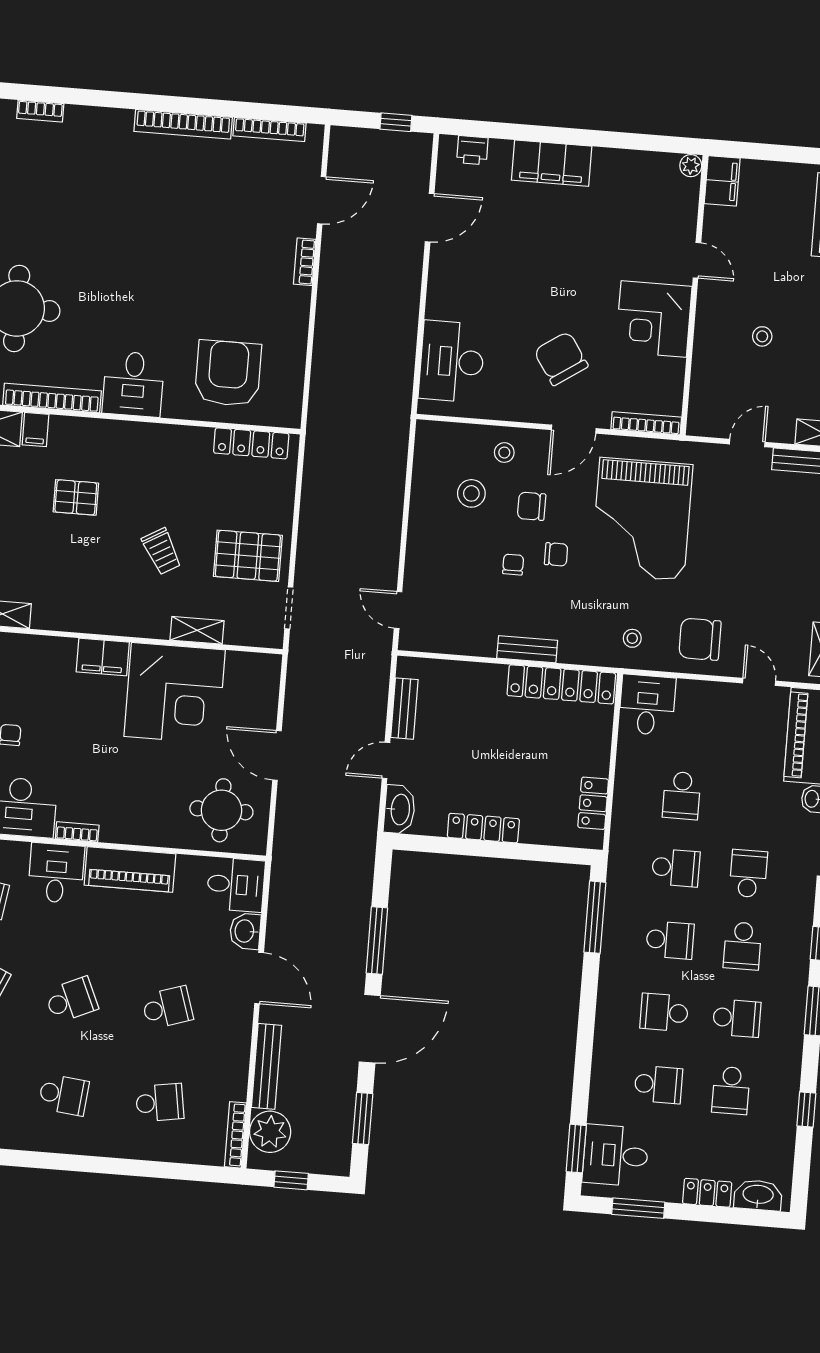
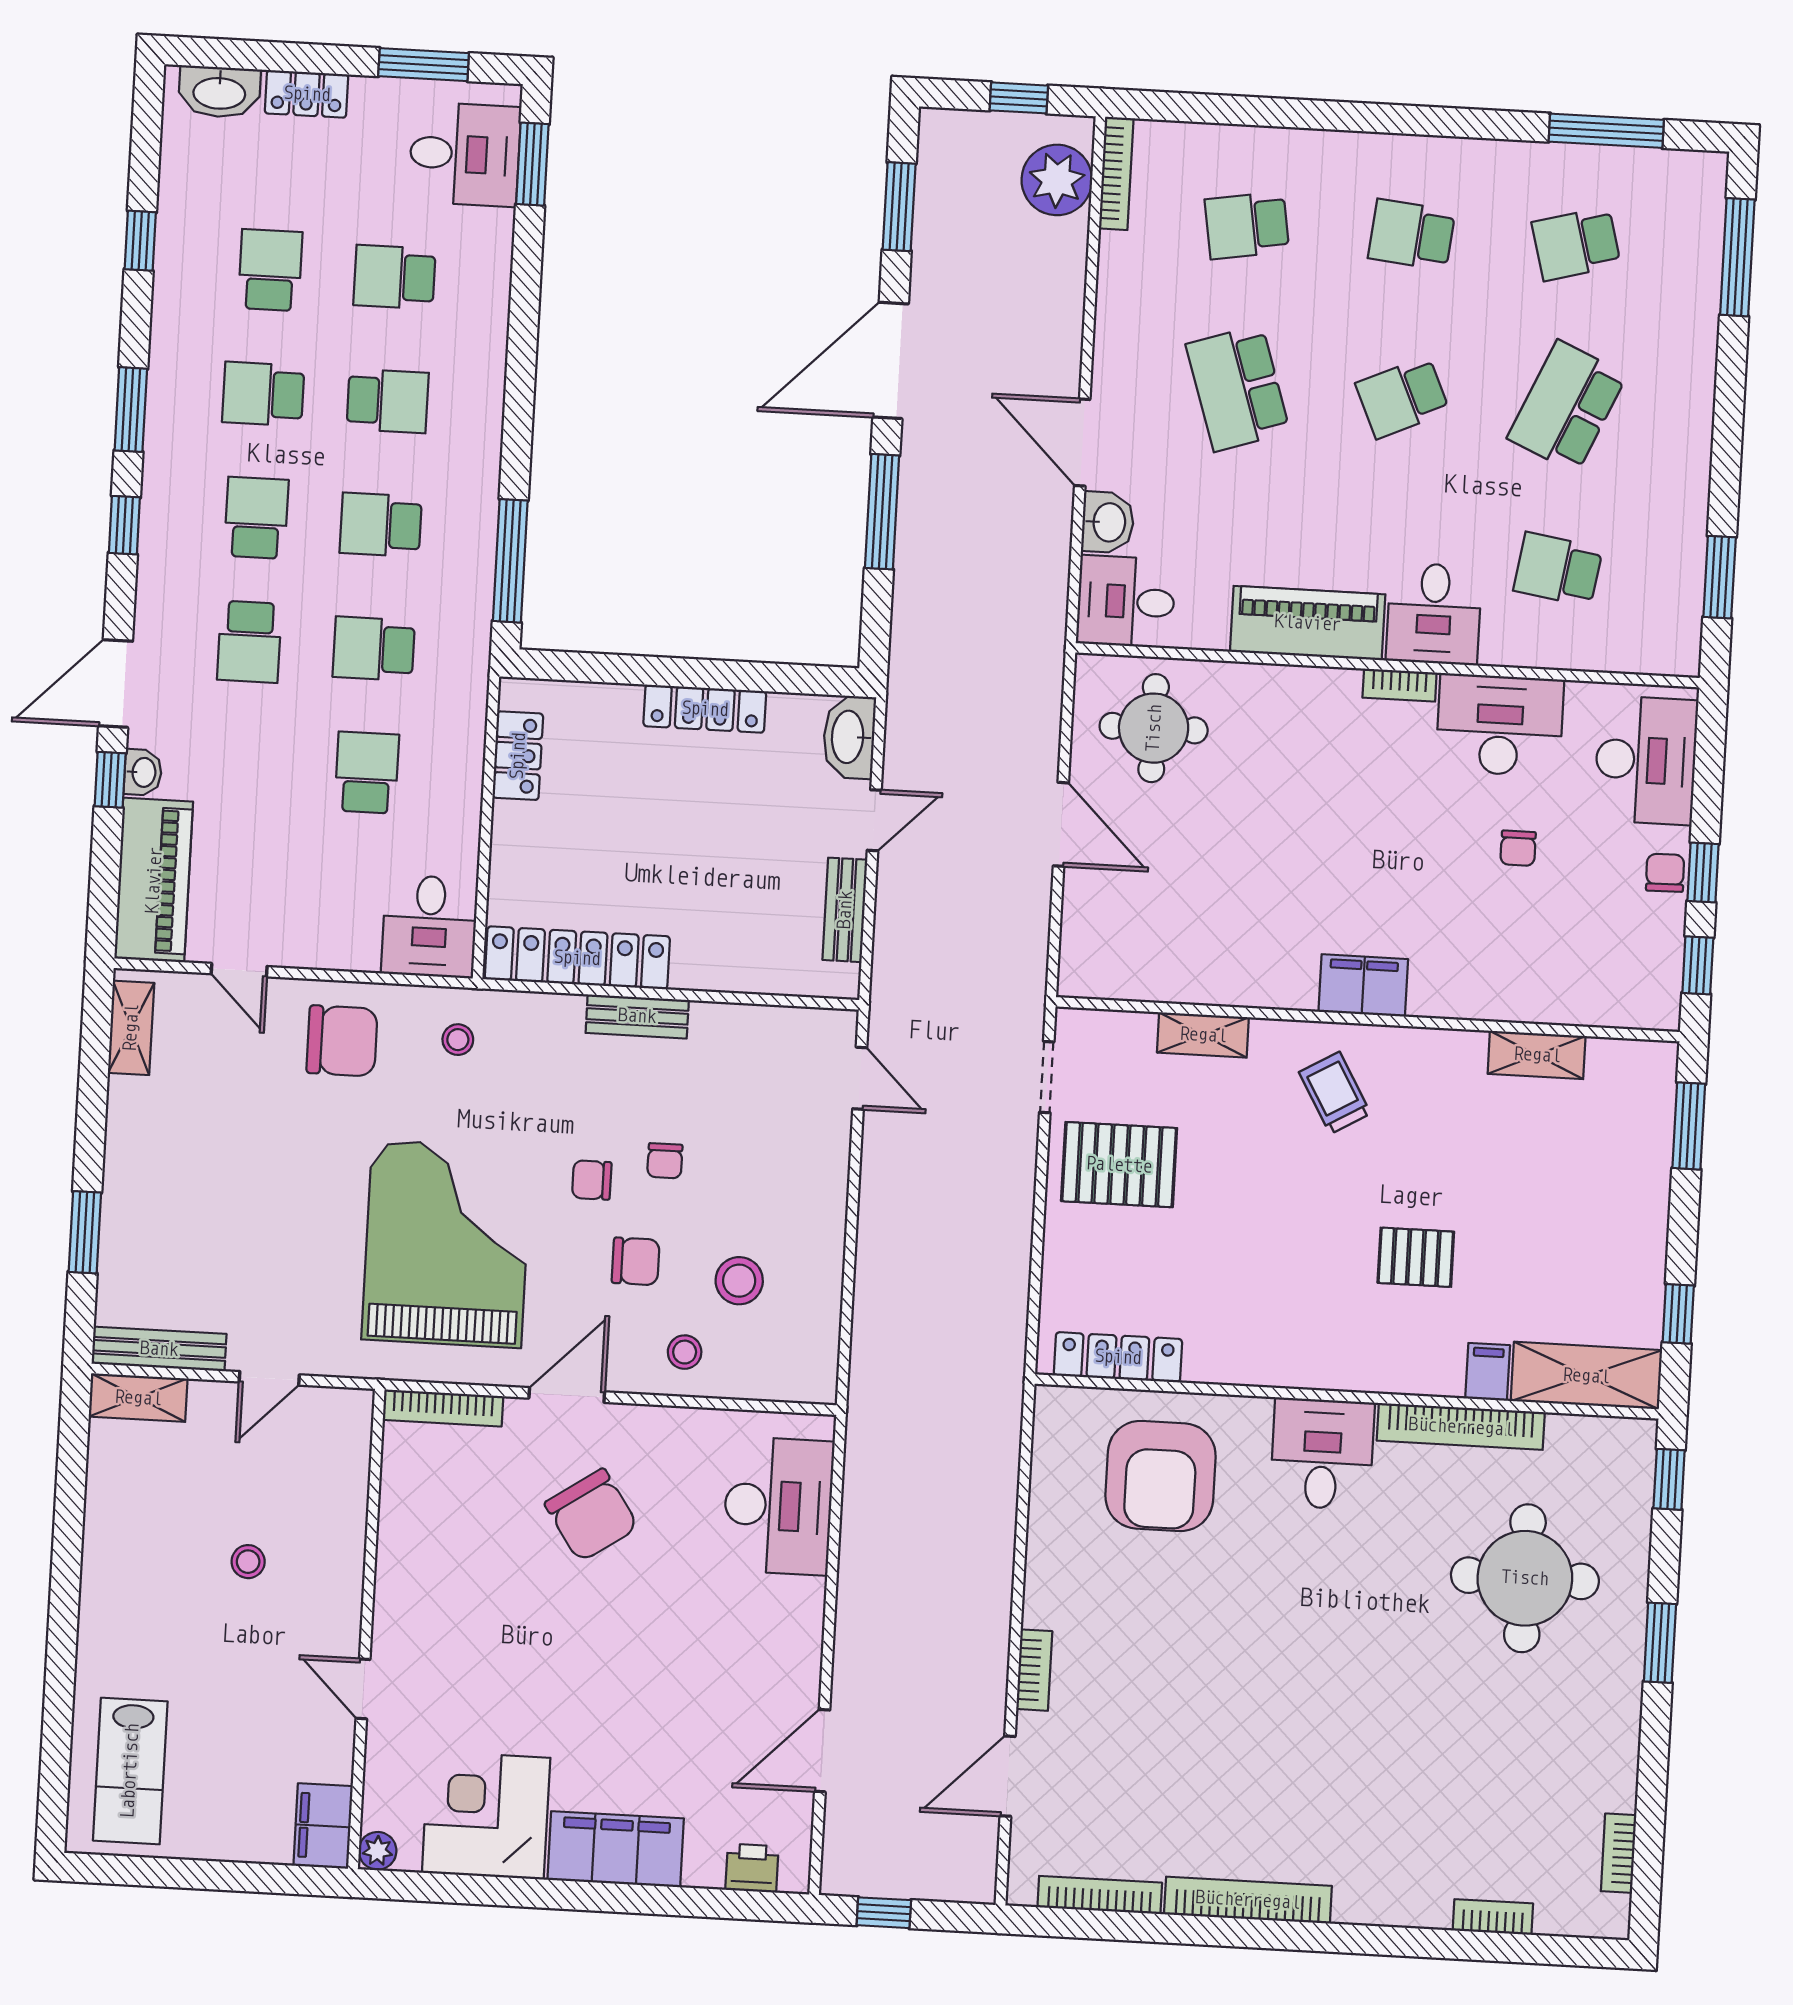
corner desk: (654, 319) -> (486, 1815), moved, turned -90
trolley: (162, 551) -> (1335, 1093), moved
corner desk: (175, 693) -> (1238, 926), removed
school desk: (167, 1008) -> (1238, 388), width x1.85
bench: (267, 1066) -> (1066, 292), removed

